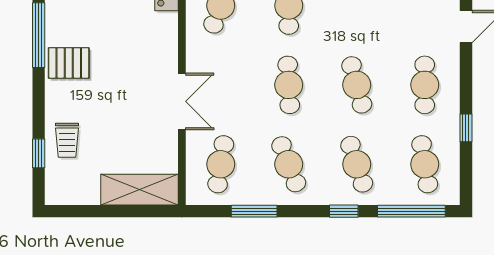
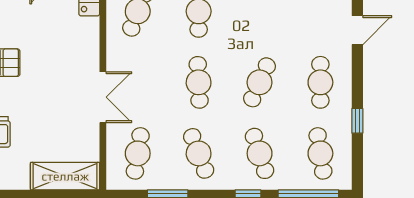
cafe table: (357, 85) -> (260, 82), turned 39

